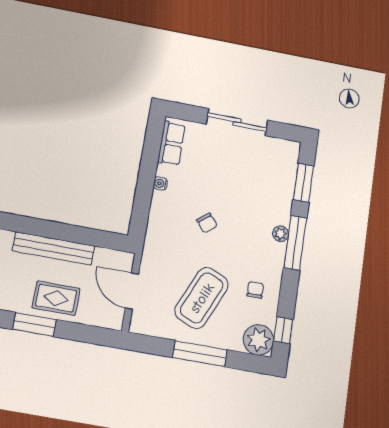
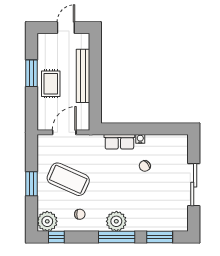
row of seats: (171, 143) -> (119, 142), moved
chair: (207, 223) -> (145, 166), moved
plant: (280, 234) -> (116, 221), width x1.87, depth x1.87
window: (200, 354) -> (32, 184), width x0.69

